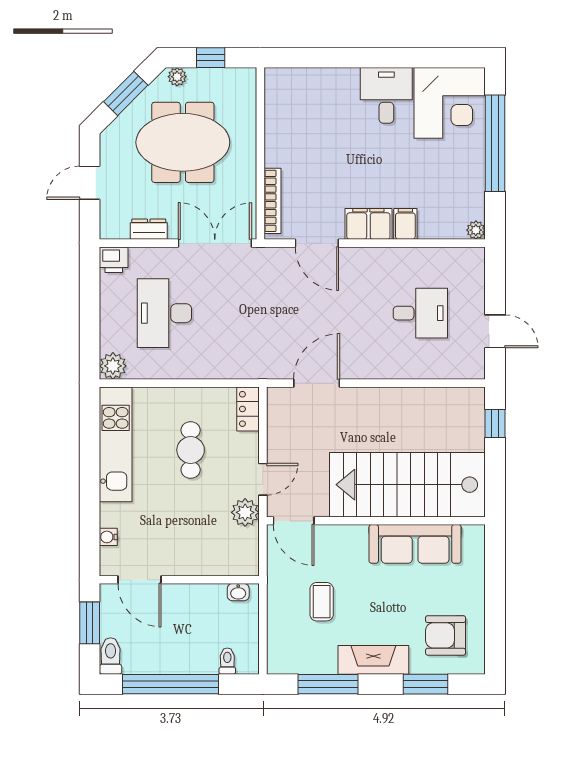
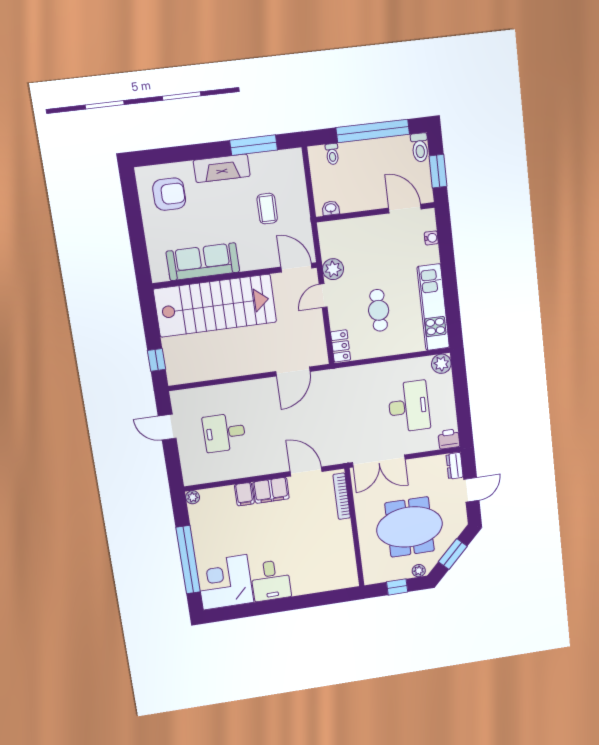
dresser: (149, 229) -> (455, 466), moved, turned 90
window: (426, 684) -> (179, 154), removed

